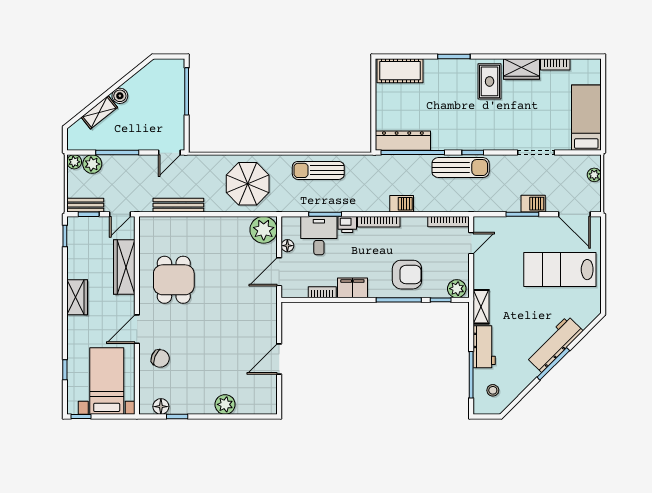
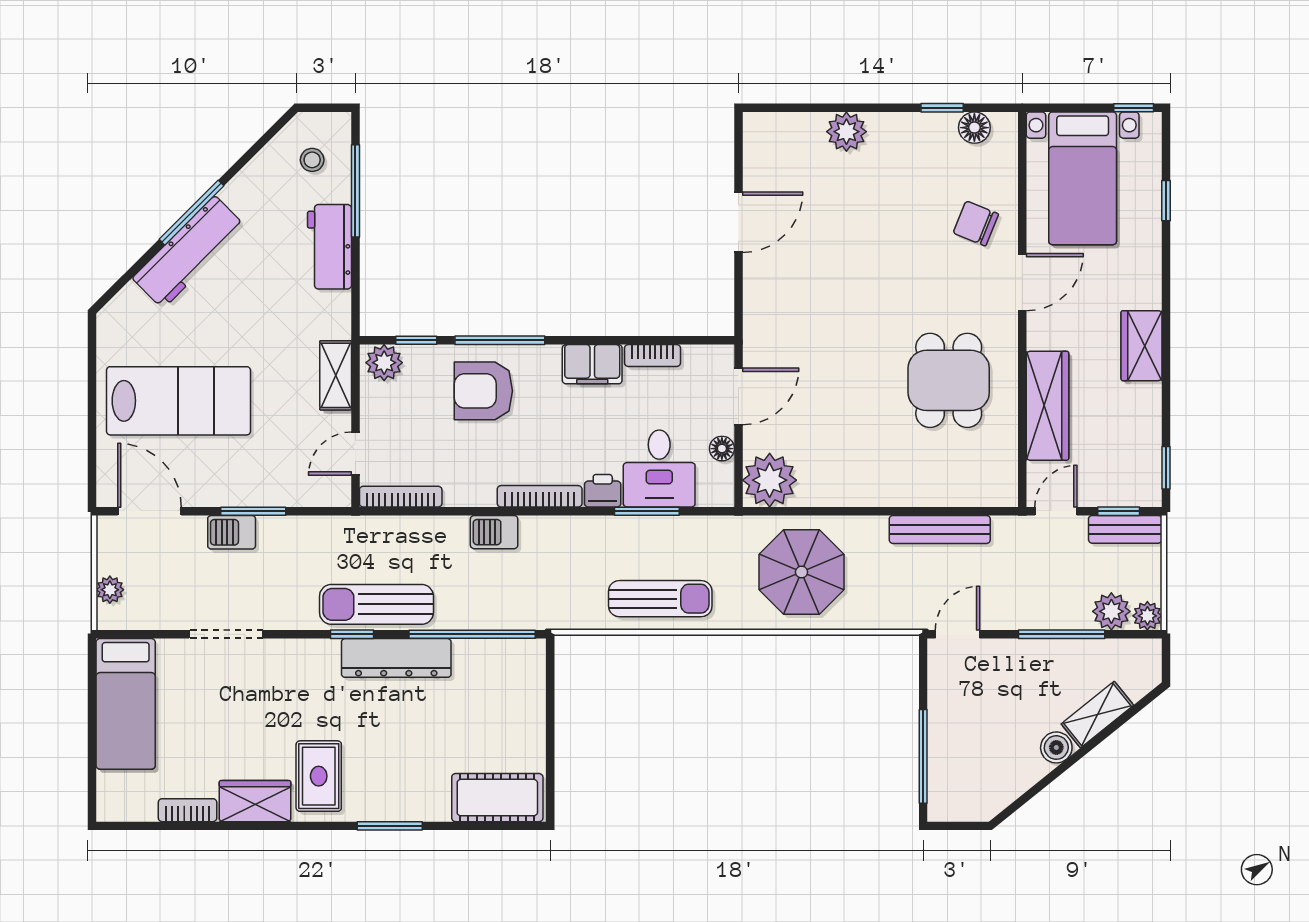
dresser: (403, 141) -> (396, 658), moved
shelving: (481, 307) -> (336, 375), moved

